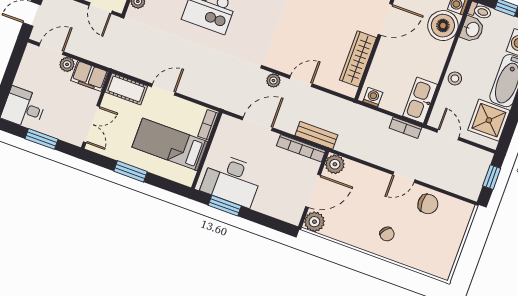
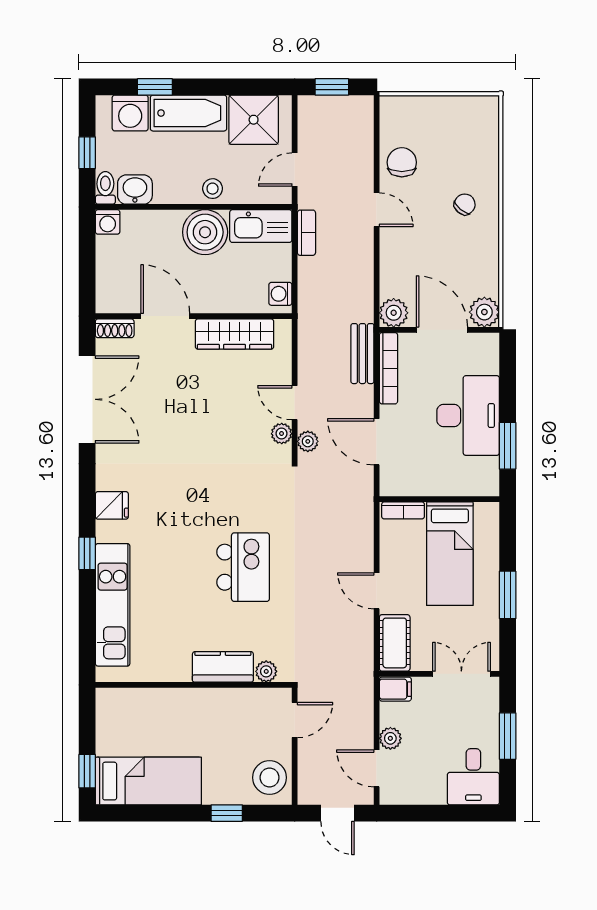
boiler: (443, 26) -> (205, 232), moved
plant: (284, 66) -> (282, 434), added
filing cabinet: (89, 76) -> (395, 689), width x0.50
desk: (232, 180) -> (468, 416), moved

